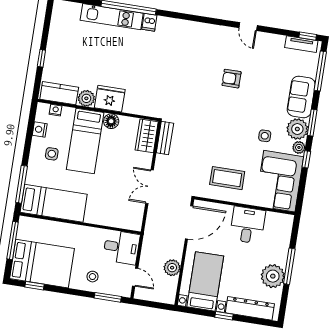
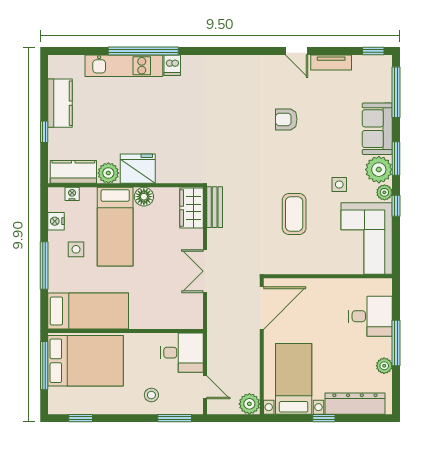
kitchen counter: (57, 38) -> (60, 103), added
tv unit: (301, 44) -> (331, 63), moved
coffee table: (227, 178) -> (294, 214), moved, turned 90
window: (21, 184) -> (44, 265), moved
desk: (247, 225) -> (370, 316), moved, turned 90
bed: (42, 264) -> (86, 361), moved
plant: (172, 268) -> (249, 404), moved
plant: (273, 276) -> (384, 366), width x0.53, depth x0.53

